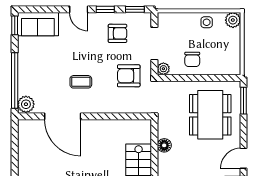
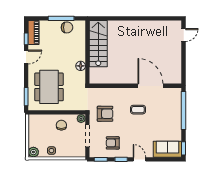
plant: (26, 104) -> (176, 94), removed

